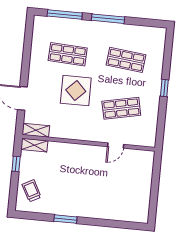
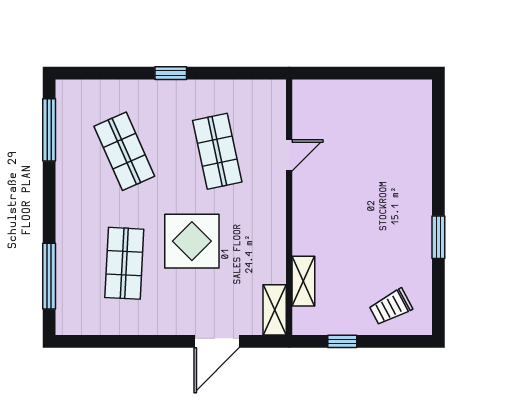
window: (108, 19) -> (49, 130), moved
shop shelf: (126, 60) -> (124, 151), turned -30
shelving: (34, 145) -> (303, 281), moved
door: (116, 145) -> (289, 155), hinge flipped

